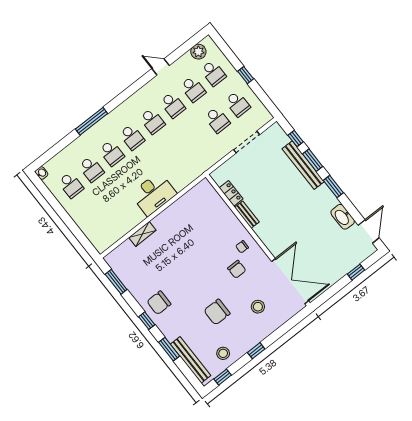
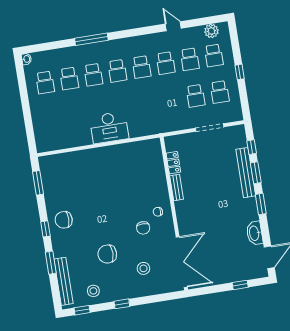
shelving: (142, 234) -> (82, 155), removed

